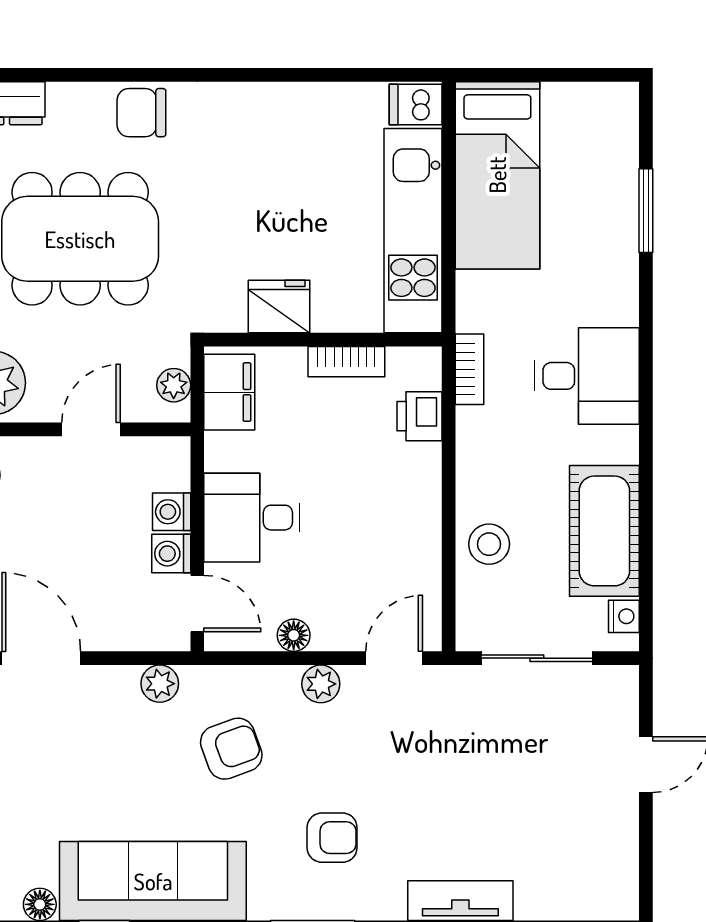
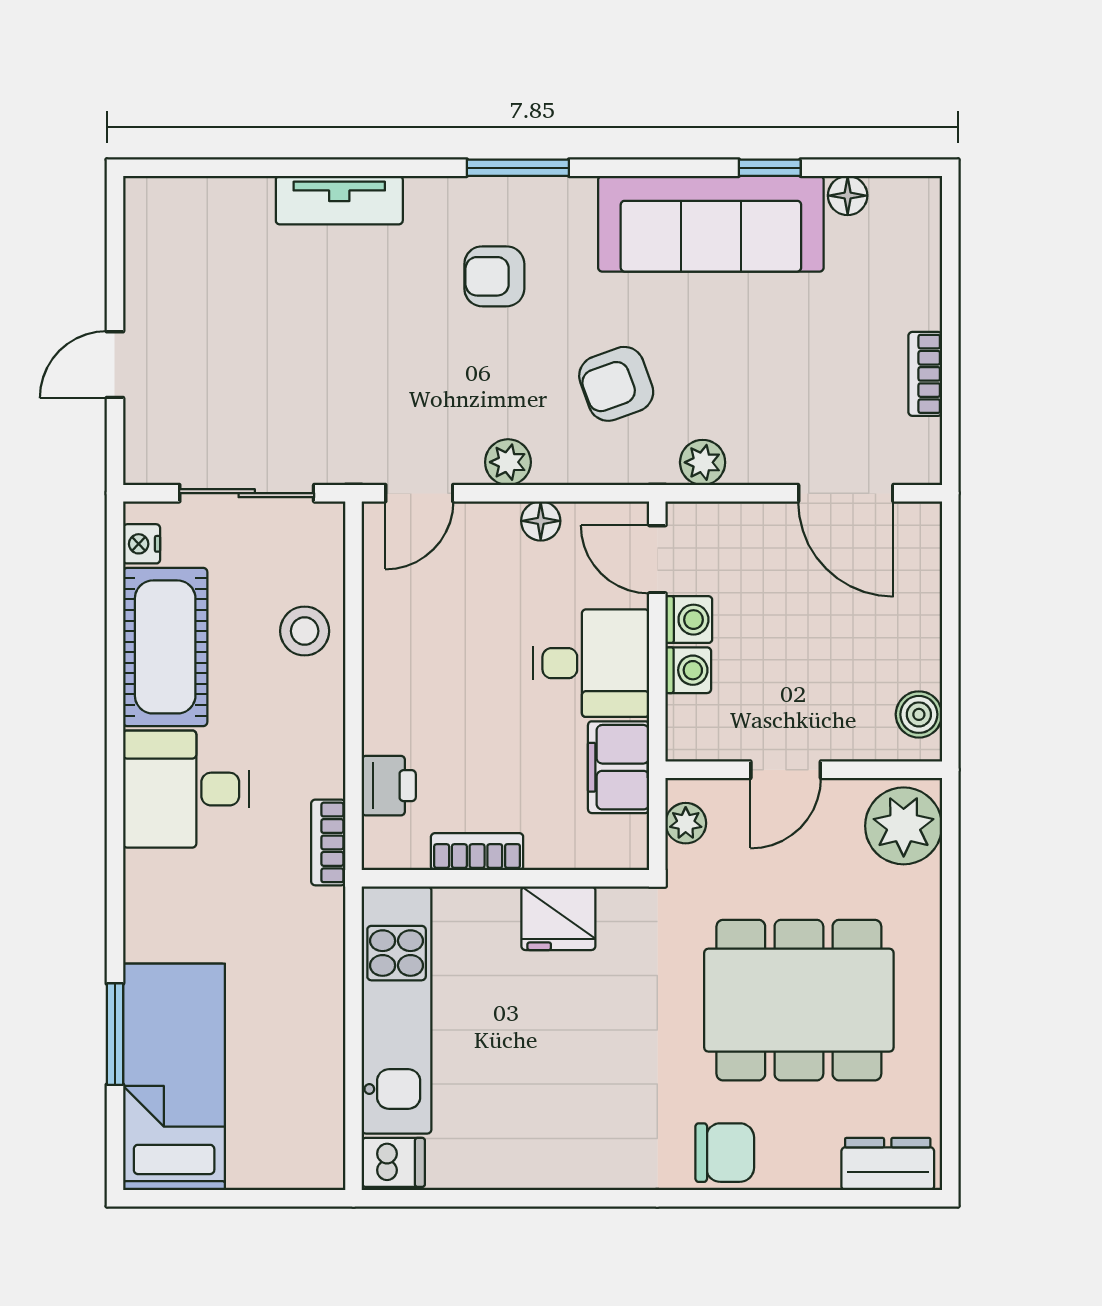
bed: (497, 175) -> (174, 1077), moved
desk: (587, 376) -> (186, 789), moved
filing cabinet: (229, 392) -> (619, 767), moved

